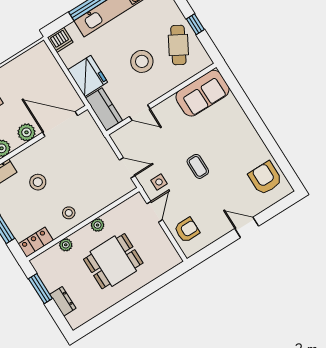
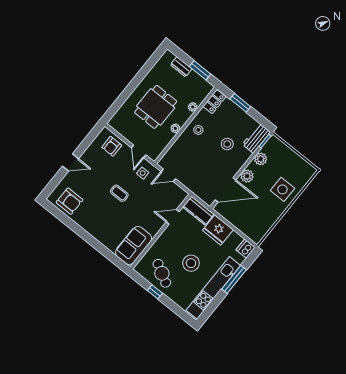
stool: (142, 61) -> (191, 263), moved

